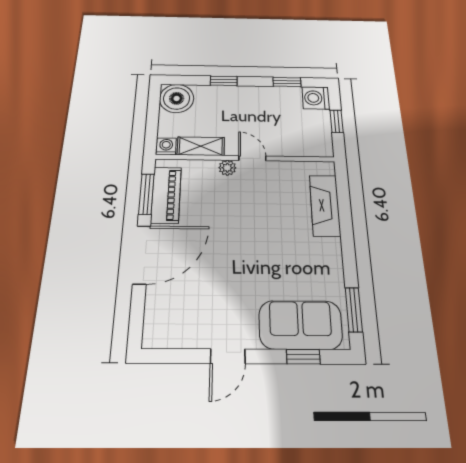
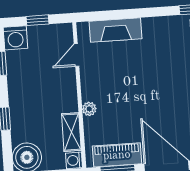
door: (252, 158) -> (76, 55), moved

